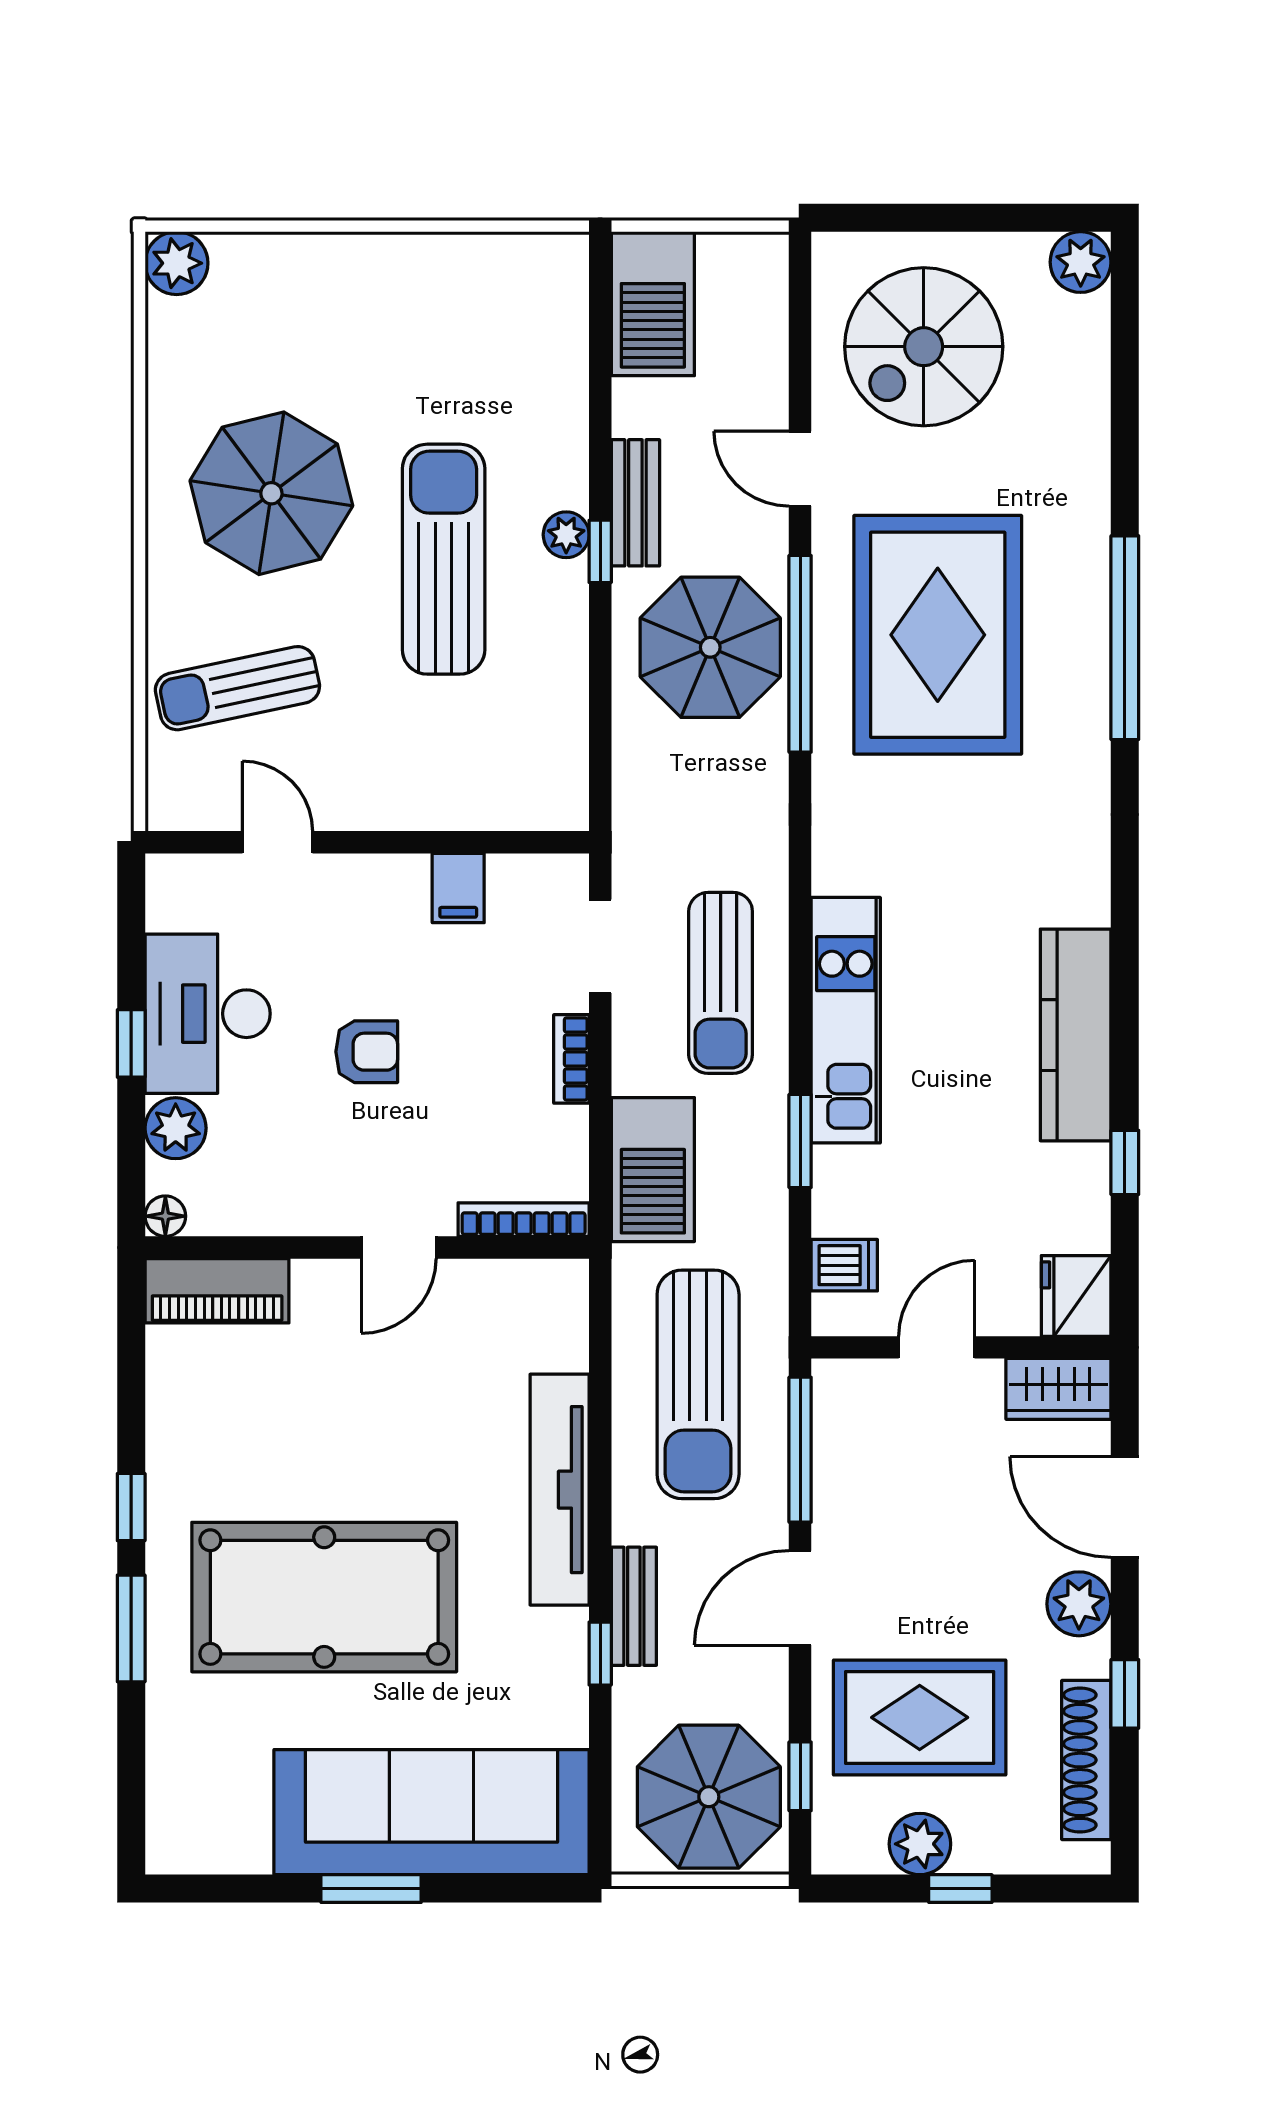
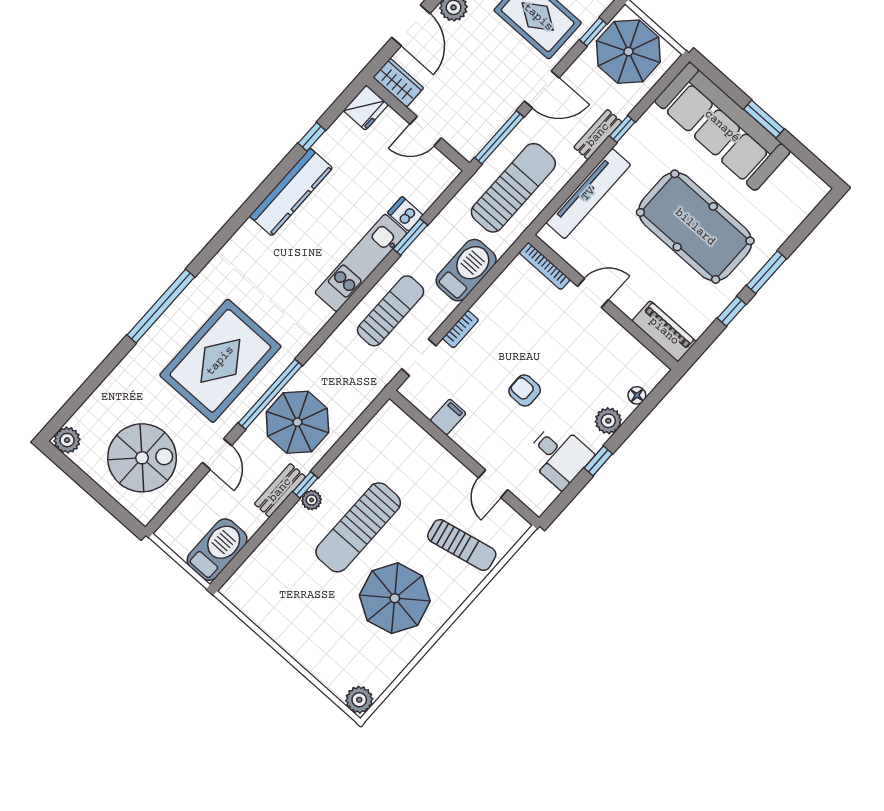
desk: (208, 1014) -> (559, 455), width x0.73
bookcase: (524, 1220) -> (545, 266), moved
wall: (367, 1247) -> (603, 302), moved
door: (399, 1247) -> (593, 293), moved
dishwasher: (844, 1265) -> (405, 214), moved
piano: (217, 1291) -> (664, 331), moved

